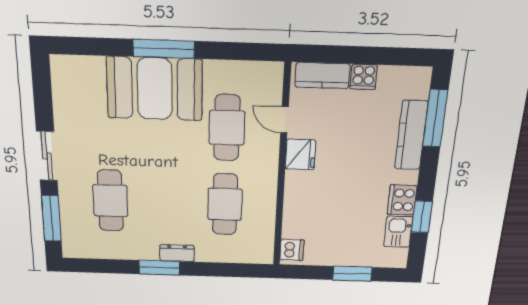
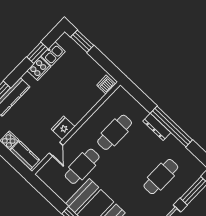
dresser: (177, 253) -> (157, 127), width x1.44
window: (159, 268) -> (171, 127), width x2.11
window: (352, 274) -> (82, 41), moved

